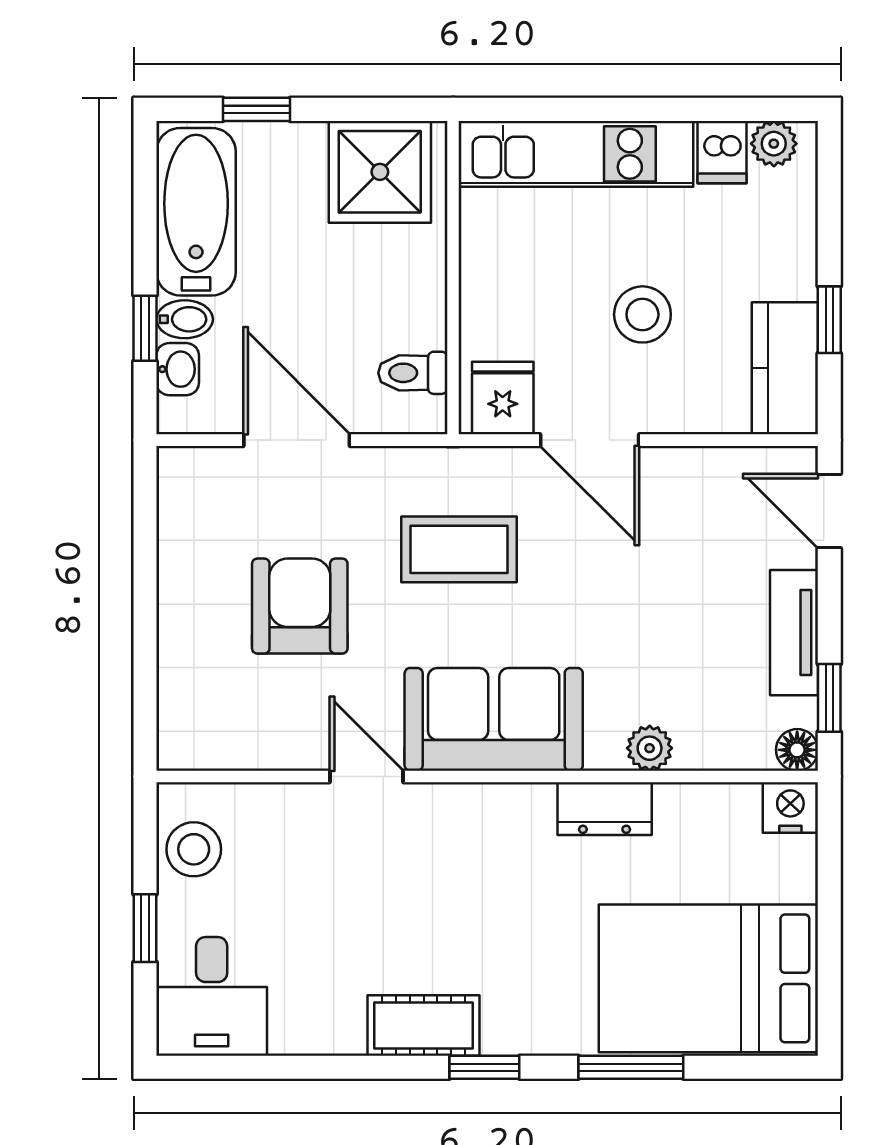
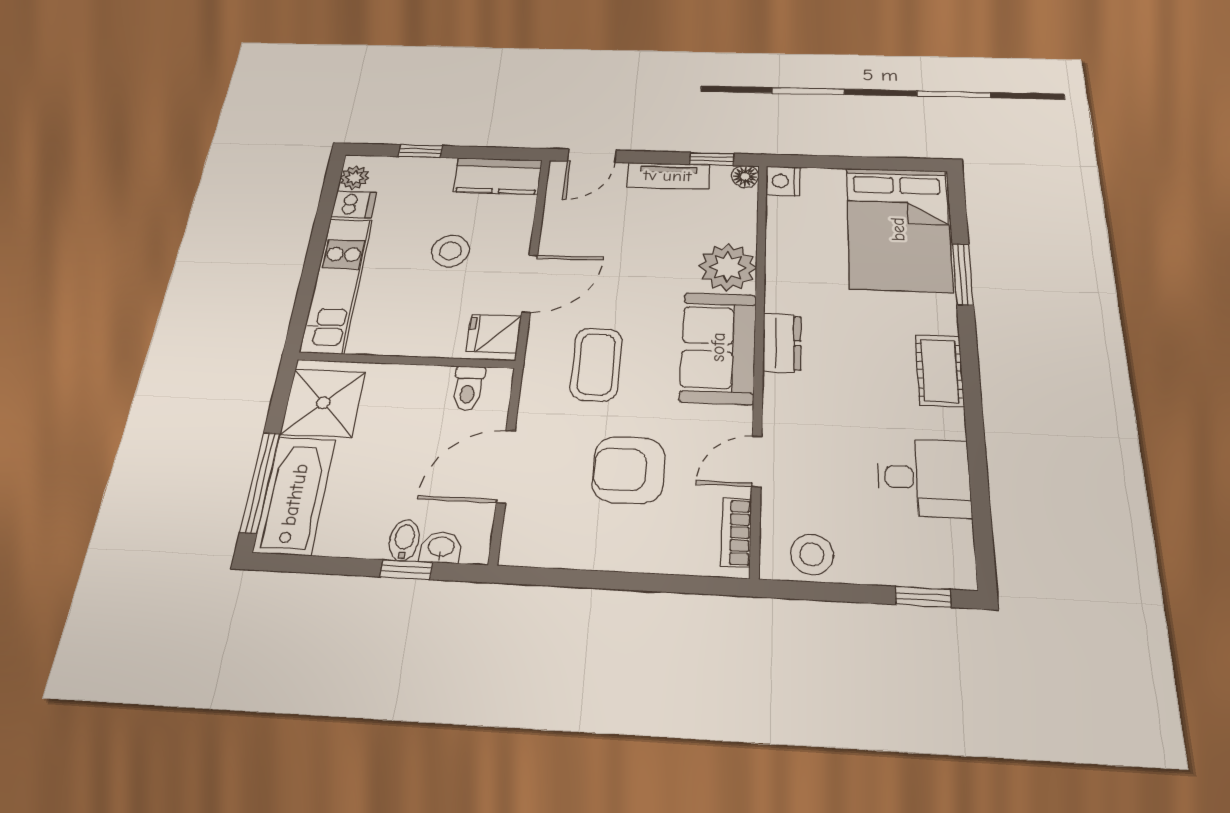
window: (257, 109) -> (260, 482), width x2.17
bathtub: (196, 212) -> (295, 495), moved, turned 90
window: (829, 320) -> (420, 151), moved
plant: (650, 748) -> (728, 267), width x1.88, depth x1.88
bookcase: (219, 752) -> (736, 532), added
door: (366, 777) -> (757, 461), moved
dresser: (605, 809) -> (782, 343), moved
window: (145, 928) -> (923, 597), moved
desk: (212, 996) -> (924, 478), moved
cot: (424, 1026) -> (940, 371), moved
window: (484, 1067) -> (970, 363), removed

